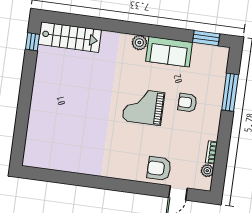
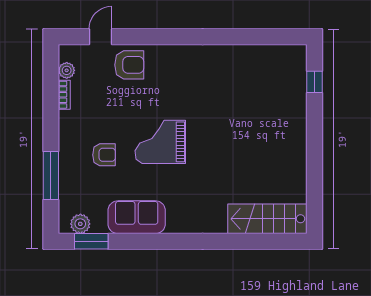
window: (33, 42) -> (314, 82), moved
plant: (139, 43) -> (80, 224), moved
grand piano: (143, 107) -> (160, 142), turned 180

